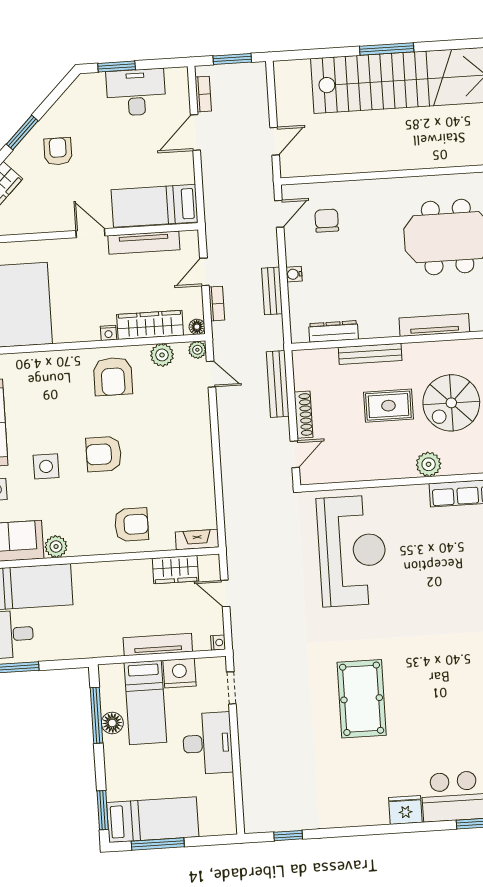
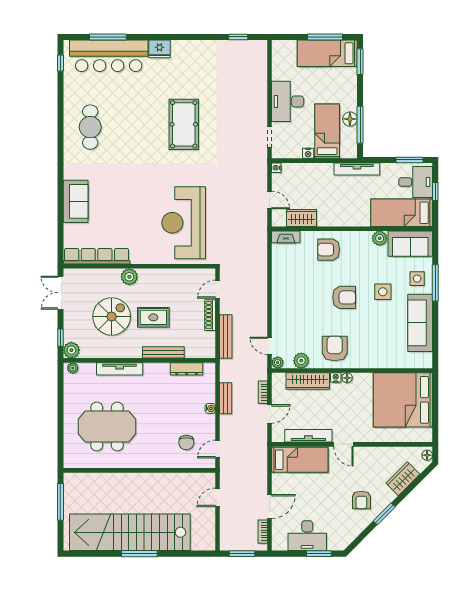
floor lamp: (197, 327) -> (347, 378), moved
tv unit: (158, 645) -> (357, 169), moved
nightstand: (179, 673) -> (308, 153), width x0.53, depth x0.56

